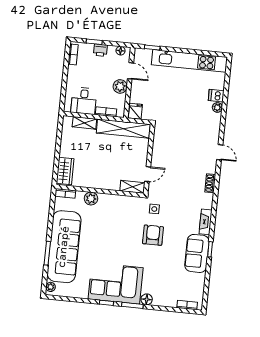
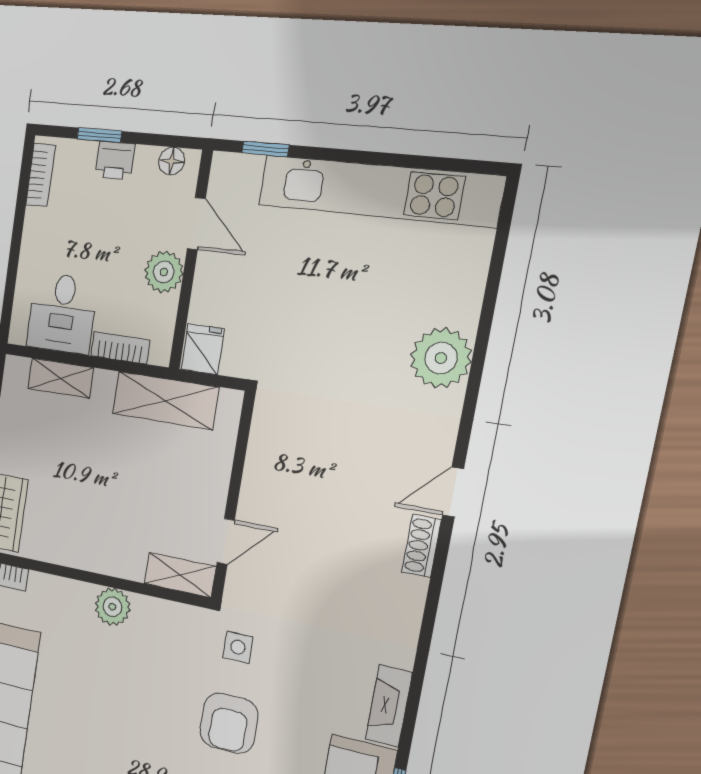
dishwasher: (216, 96) -> (457, 306), removed
plant: (217, 107) -> (441, 358), width x1.87, depth x1.87
shelving: (123, 129) -> (165, 400), width x0.68
door: (220, 152) -> (453, 492), swing flipped
shoe rack: (210, 183) -> (422, 546), moved
plant: (91, 199) -> (112, 607), moved
armchair: (153, 235) -> (229, 723), turned 180

